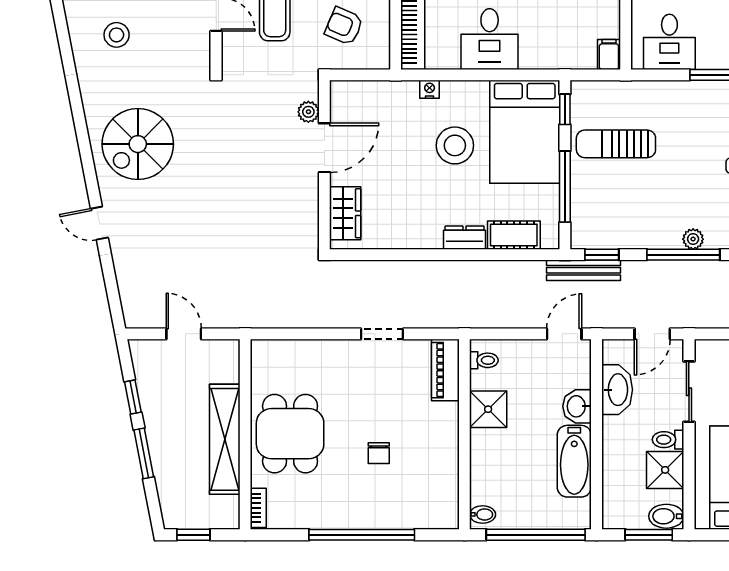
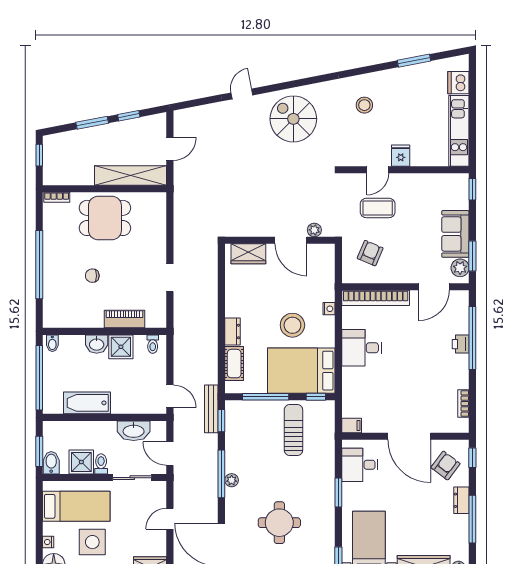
piano: (445, 370) -> (124, 319), moved
washbasin: (577, 406) -> (97, 344), moved, turned 180
shelving: (225, 439) -> (131, 176), moved

